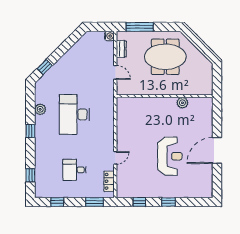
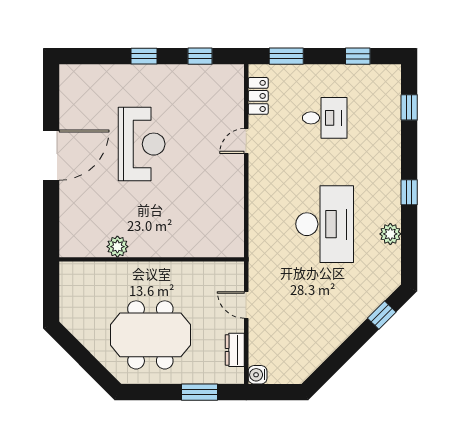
window: (140, 27) -> (200, 392), width x0.69
reception desk: (170, 156) -> (142, 144), turned 180

